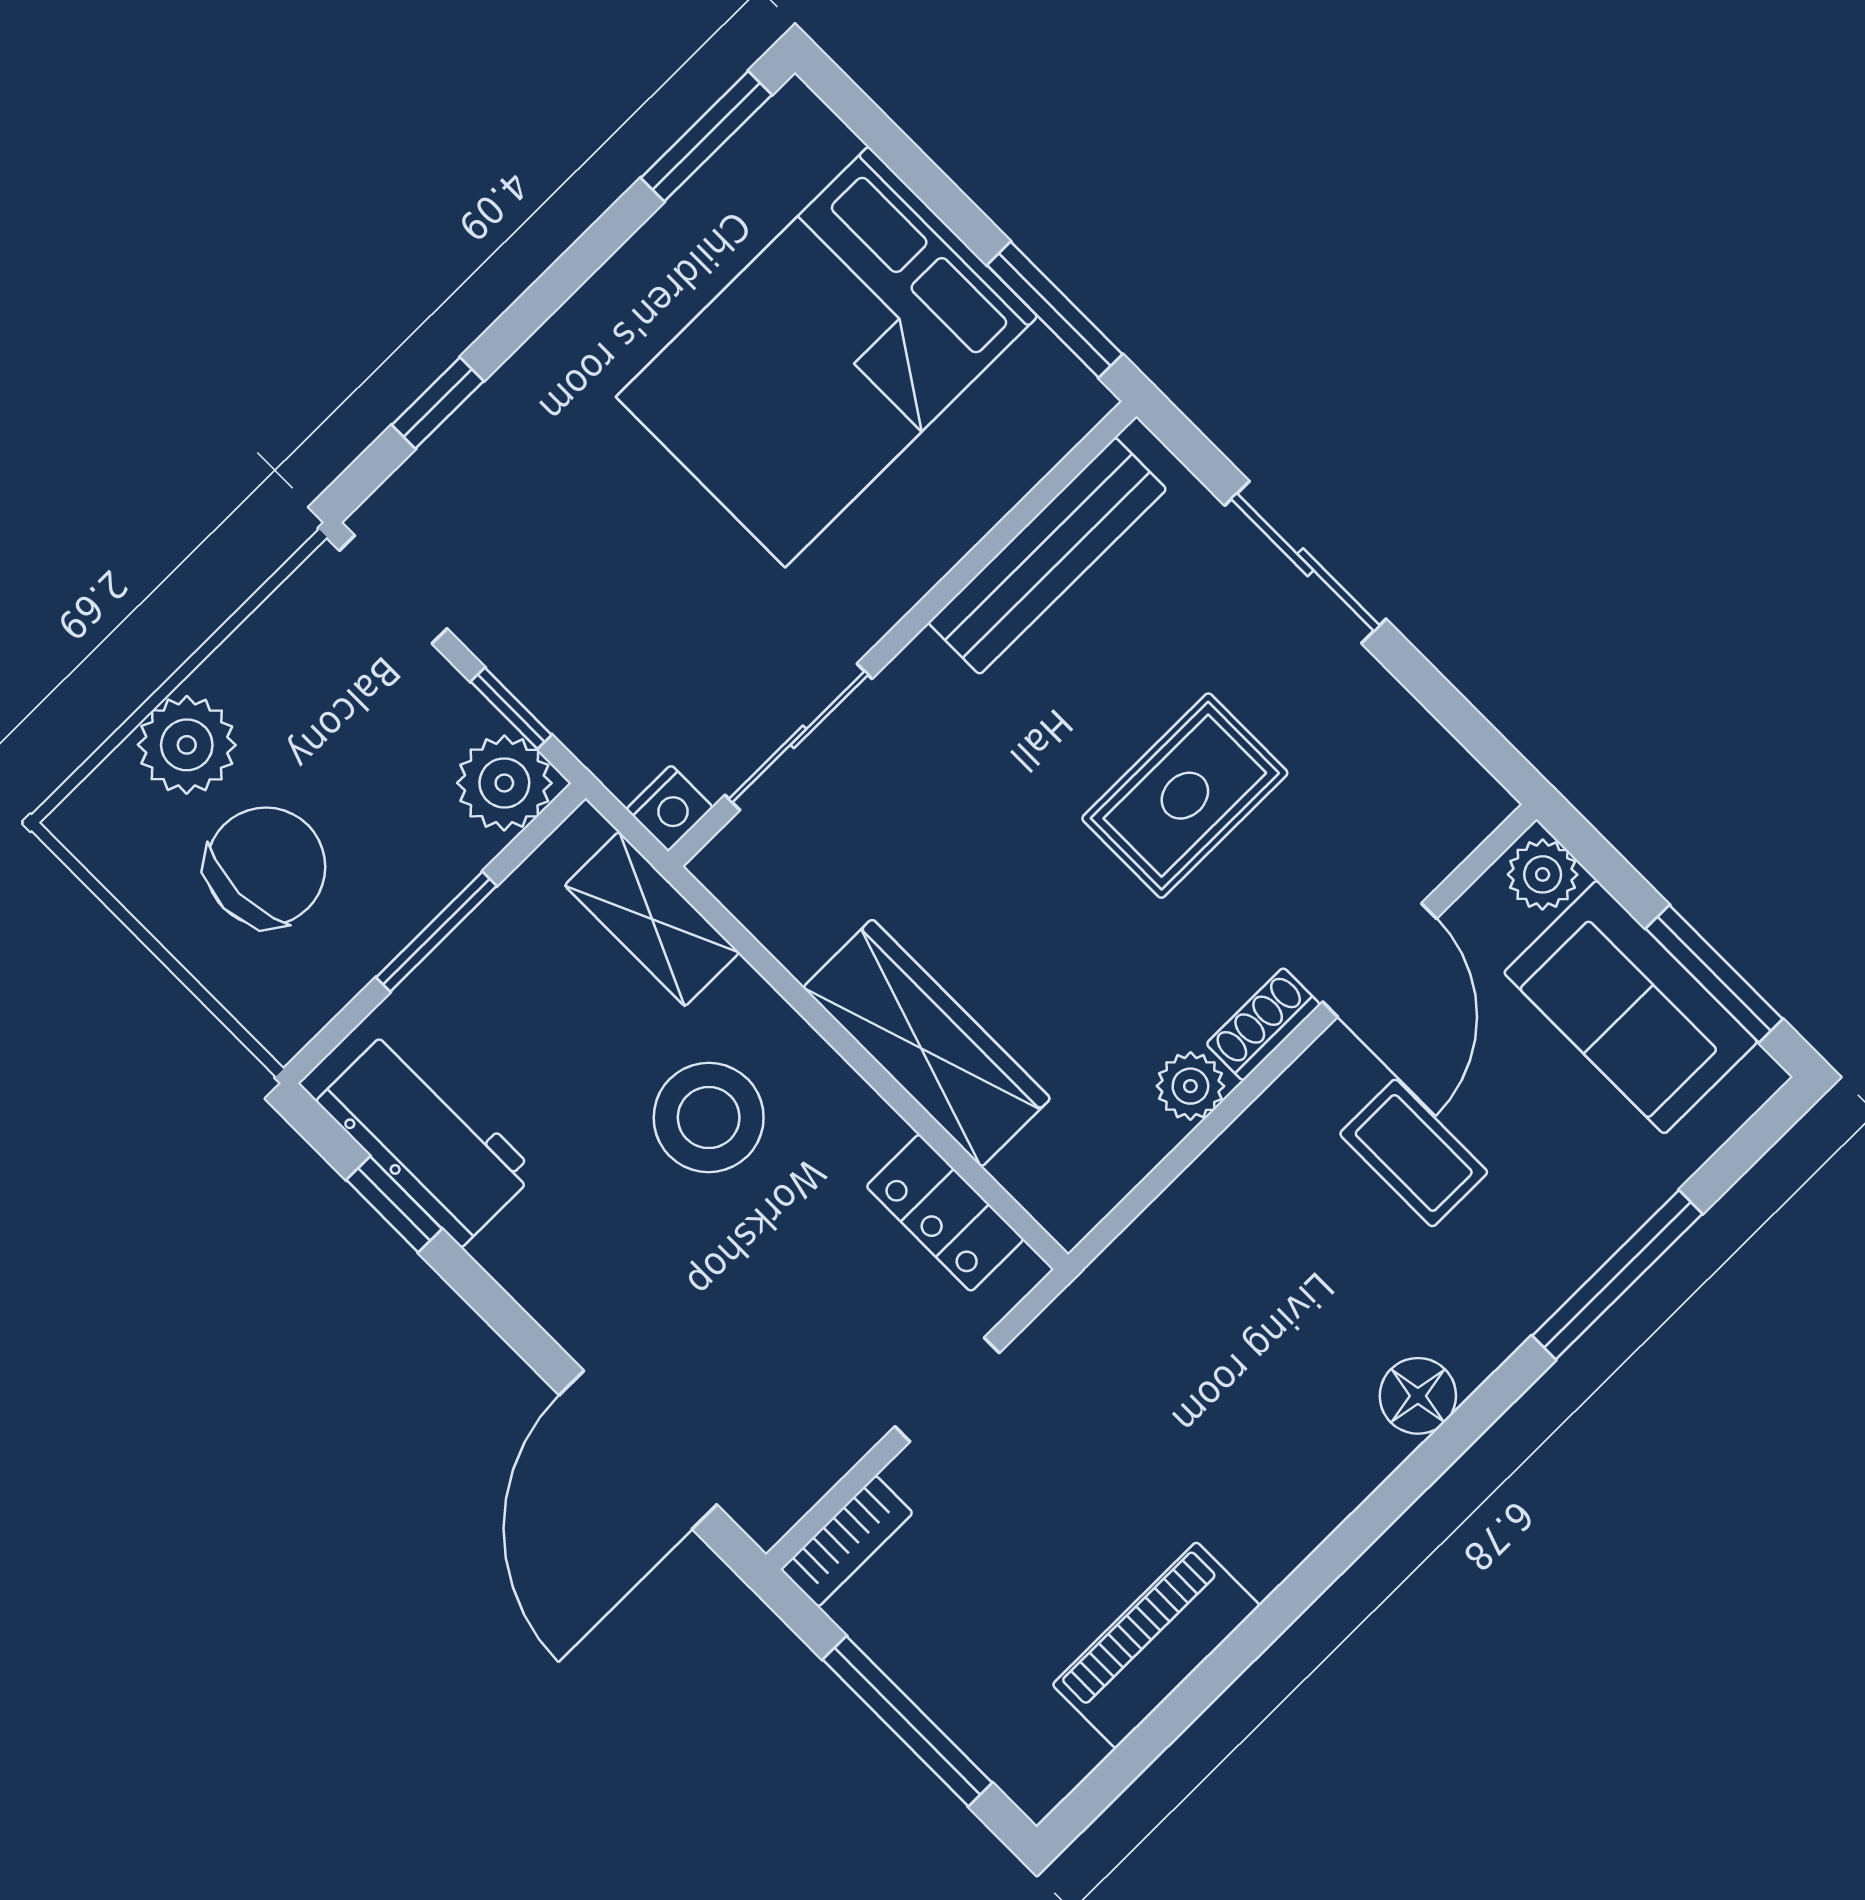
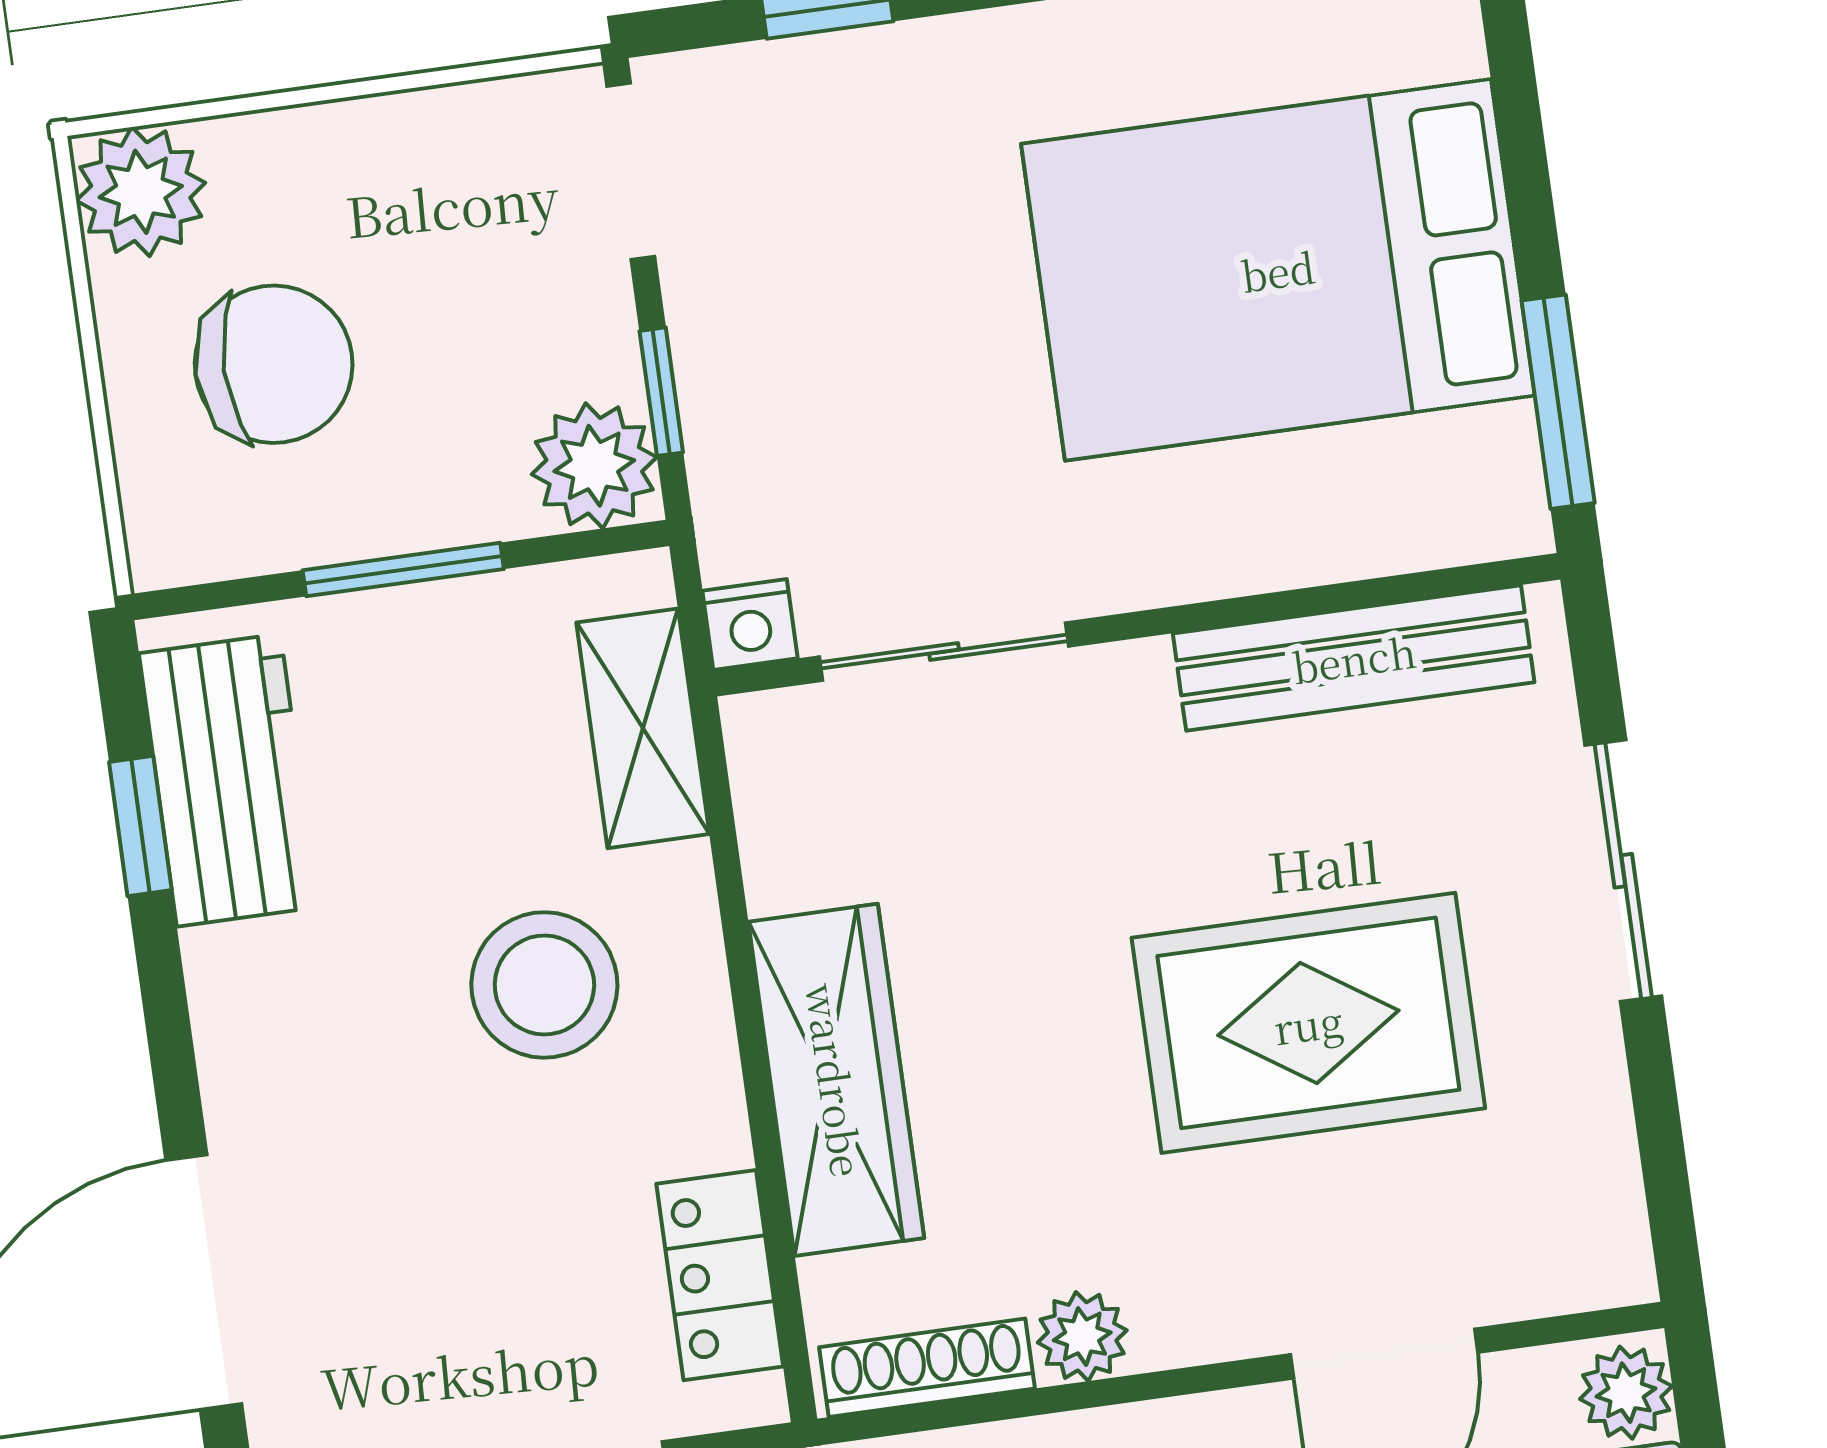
plant: (187, 745) -> (141, 192), moved
rug: (1185, 796) -> (1308, 1023), width x1.36, depth x1.43
shoe rack: (1263, 1024) -> (927, 1368), moved, width x1.43

